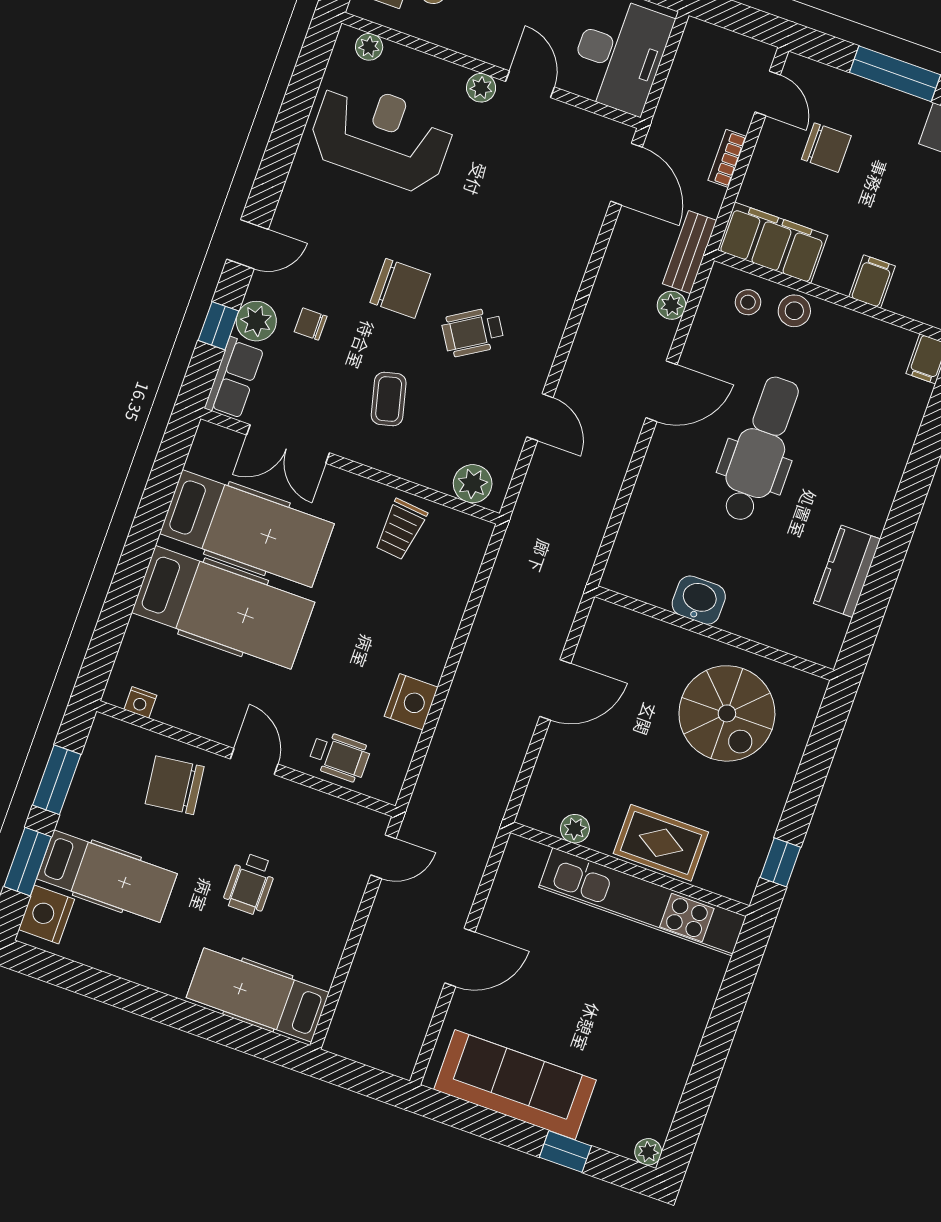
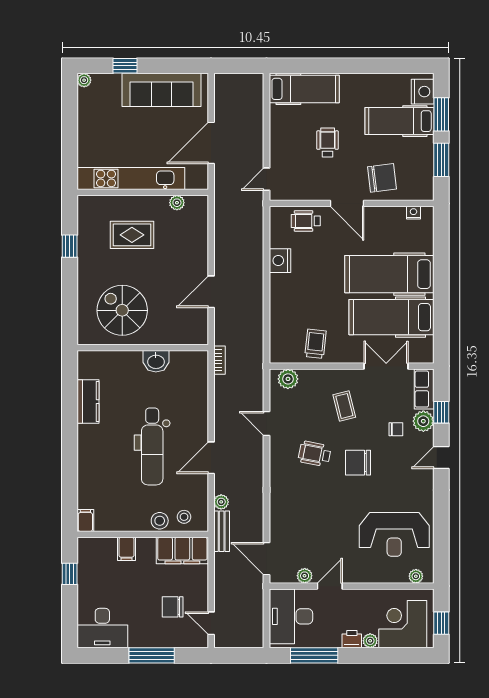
door: (530, 84) -> (330, 586), swing flipped
plant: (481, 88) -> (305, 576), moved
bookcase: (727, 158) -> (219, 360), moved
wheelchair: (473, 332) -> (315, 454), turned -137
door: (254, 762) -> (347, 203), width x1.38
plant: (575, 829) -> (177, 203), moved
wall: (630, 869) -> (143, 192), moved
kitchen unit: (642, 902) -> (131, 178), moved
door: (460, 958) -> (211, 143), width x1.36

